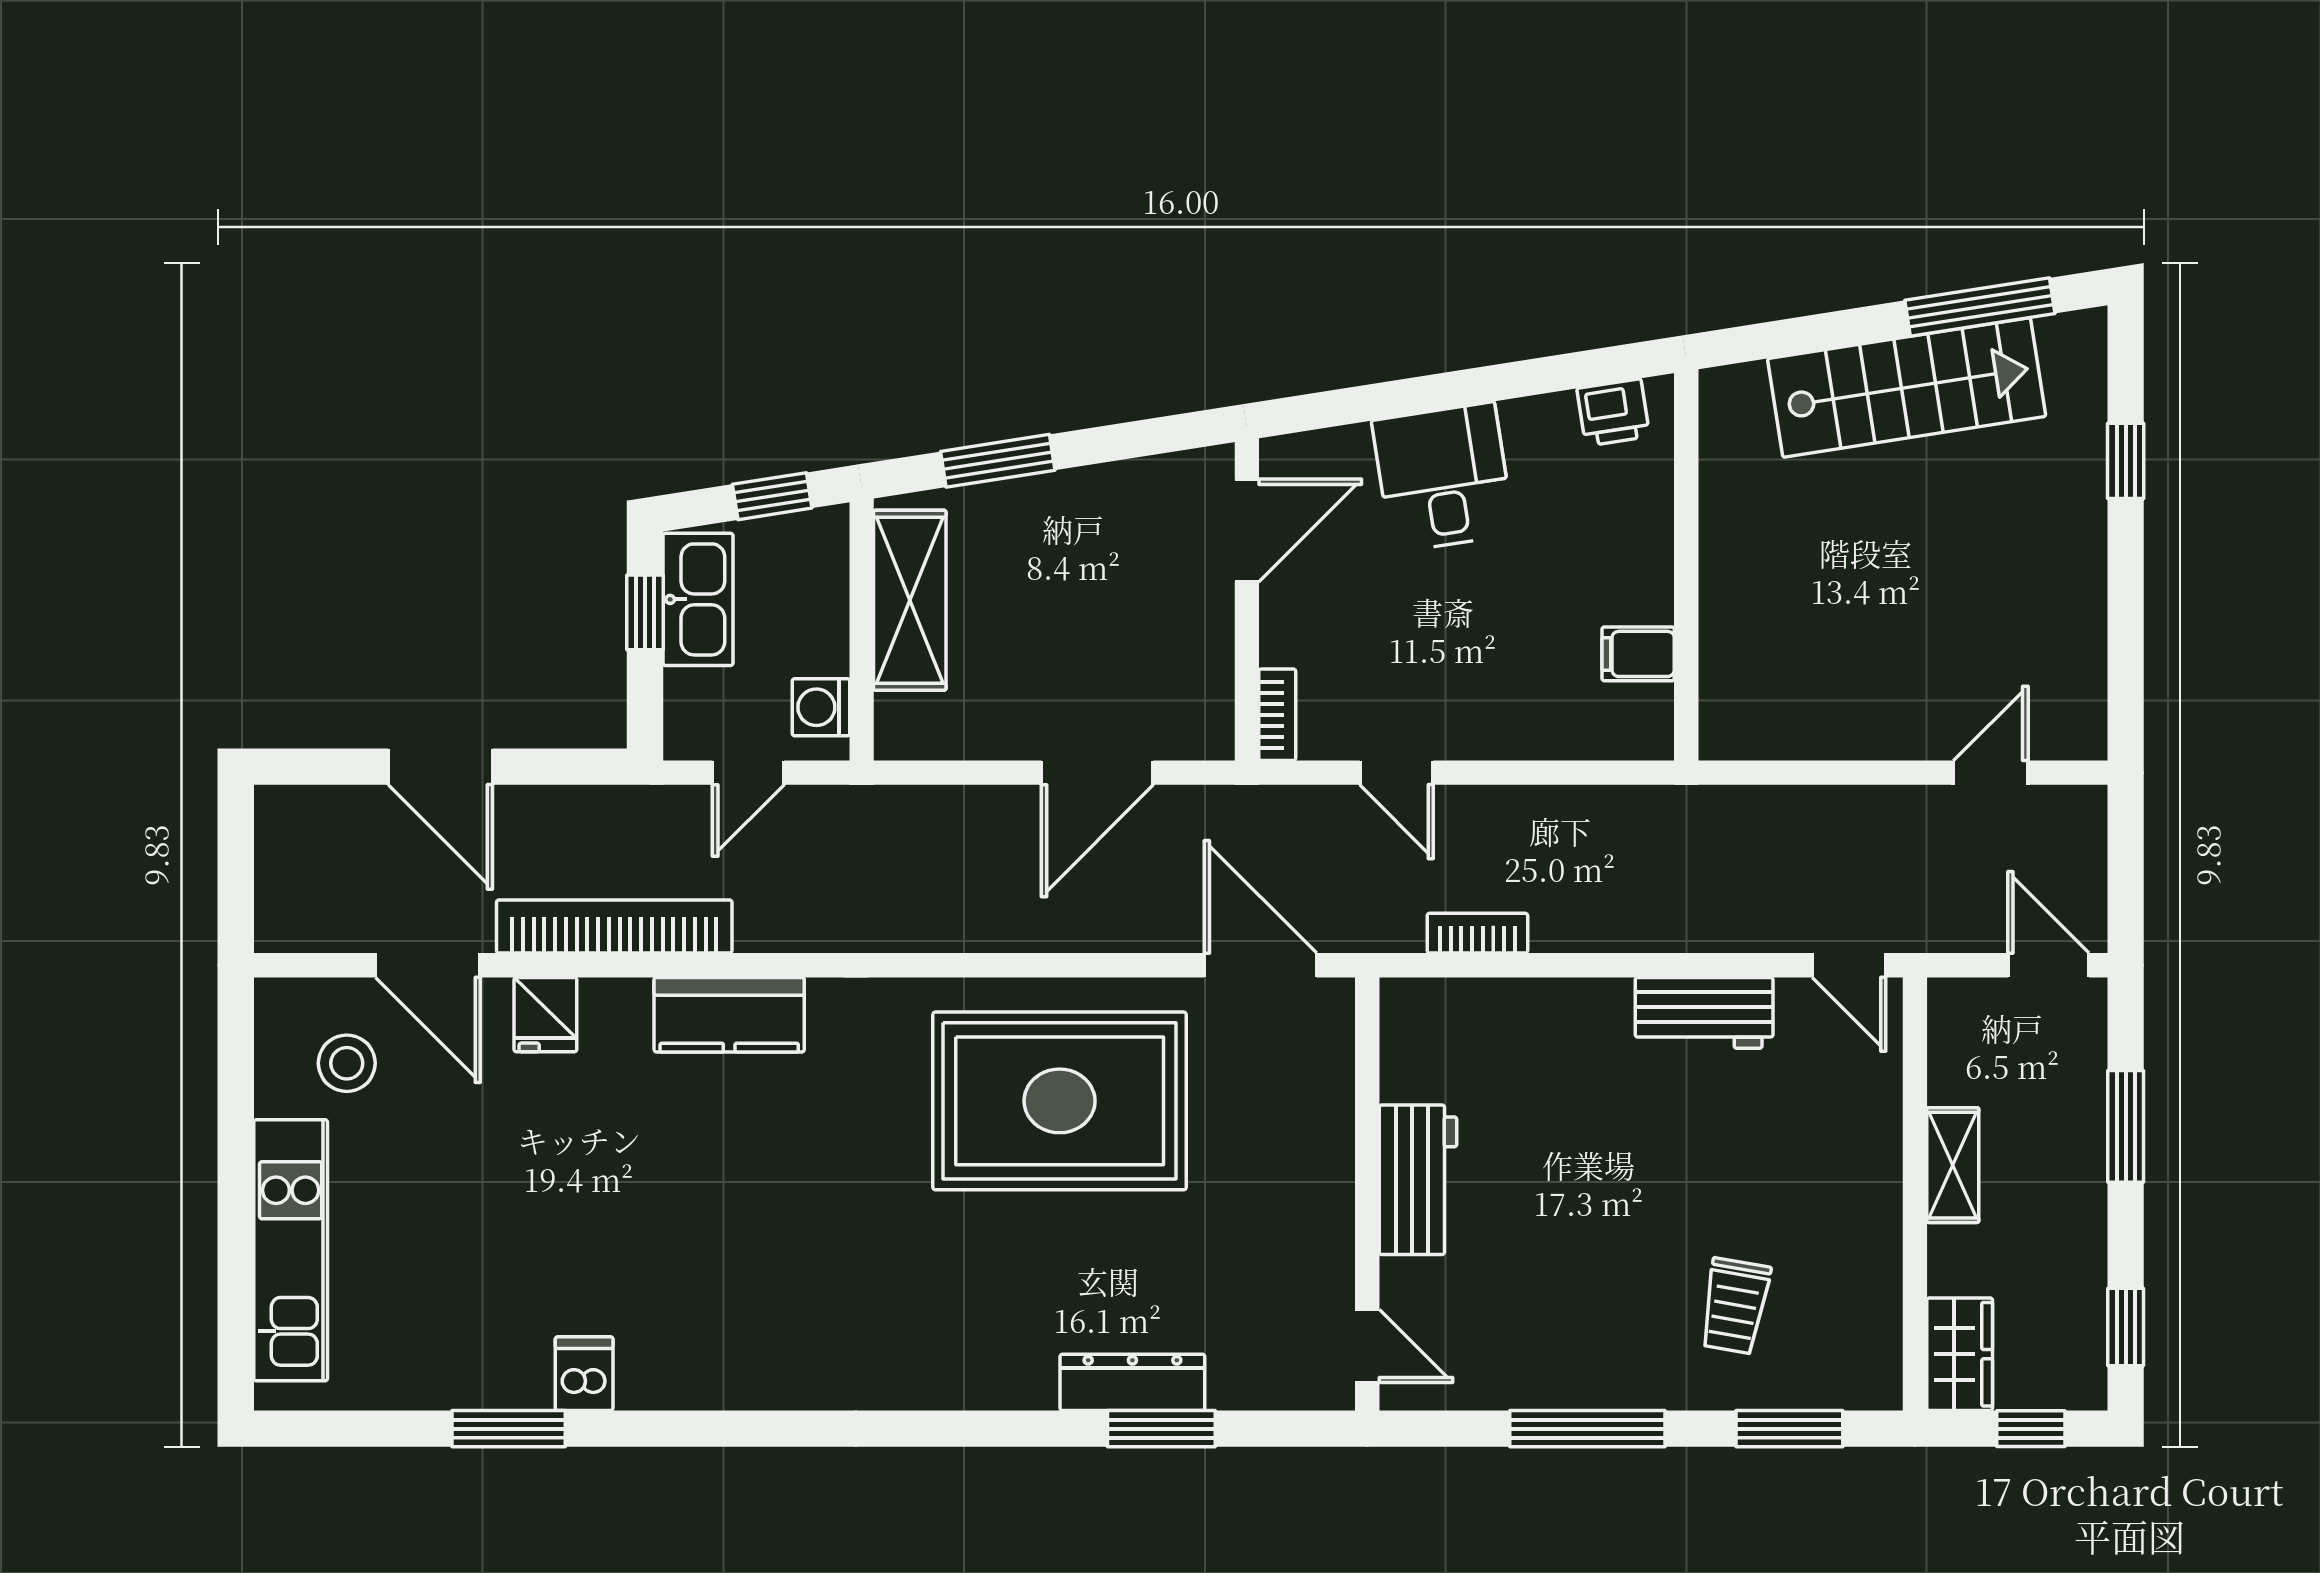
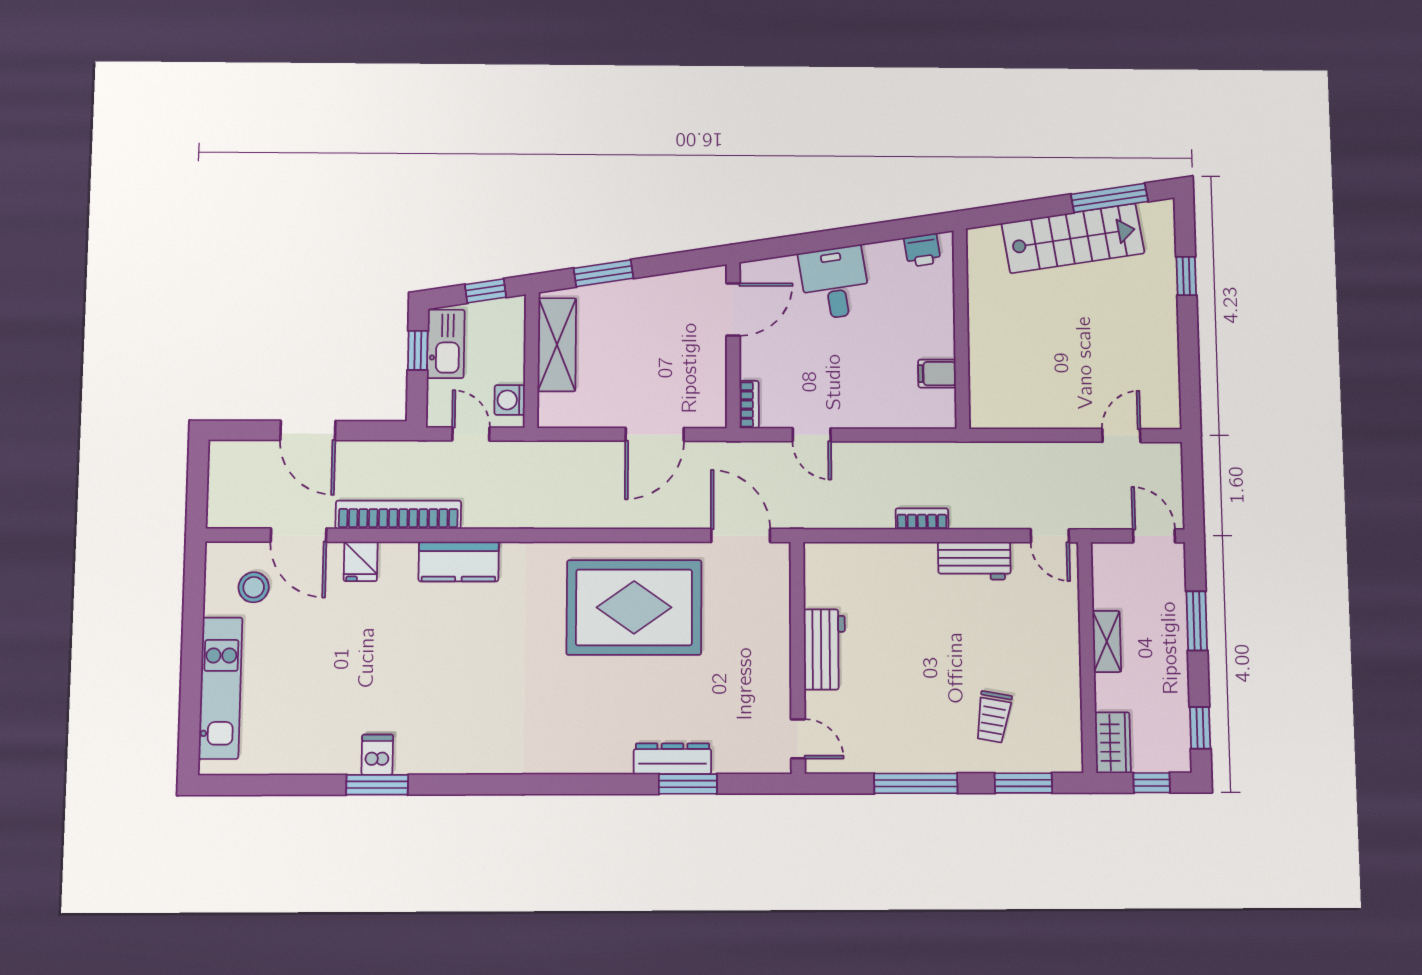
door: (748, 773) -> (471, 434), swing flipped
bookcase: (1477, 933) -> (922, 519), moved
window: (509, 1429) -> (377, 785), moved

